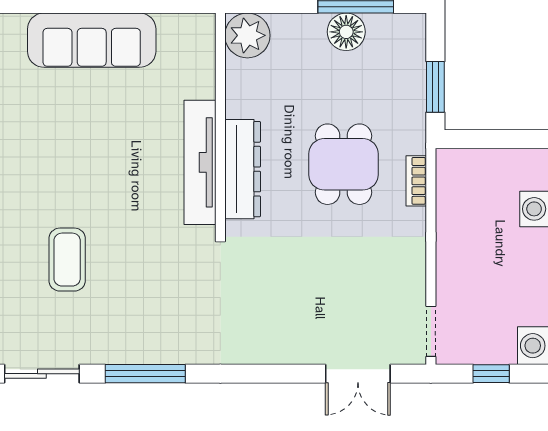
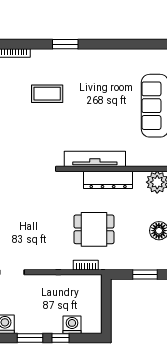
window: (435, 87) -> (145, 274), moved
dresser: (243, 169) -> (108, 180), moved

